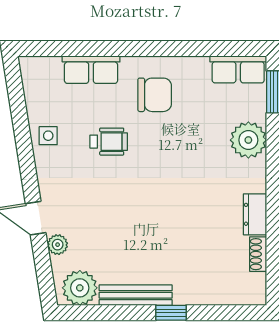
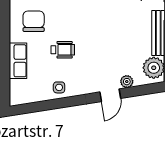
wheelchair: (109, 142) -> (63, 50), turned 90

